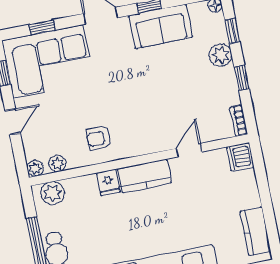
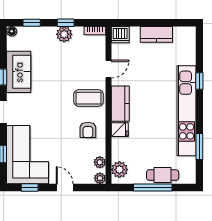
plant: (221, 55) -> (64, 34), moved
coffee table: (143, 130) -> (88, 98), added
door: (189, 150) -> (108, 69), swing flipped
kitchen counter: (255, 231) -> (156, 34), moved

